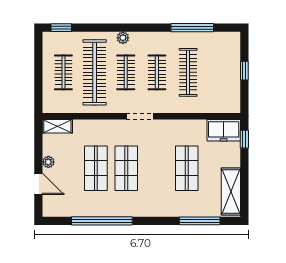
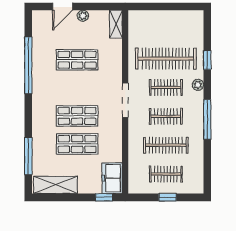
window: (61, 28) -> (207, 60), moved
window: (192, 28) -> (207, 119), moved
clothes rail: (63, 72) -> (166, 174), moved
doorway: (140, 116) -> (125, 100), width x1.38
shop shelf: (126, 168) -> (77, 116), moved

